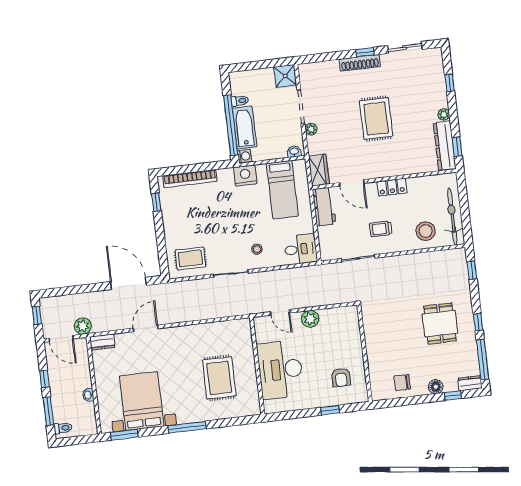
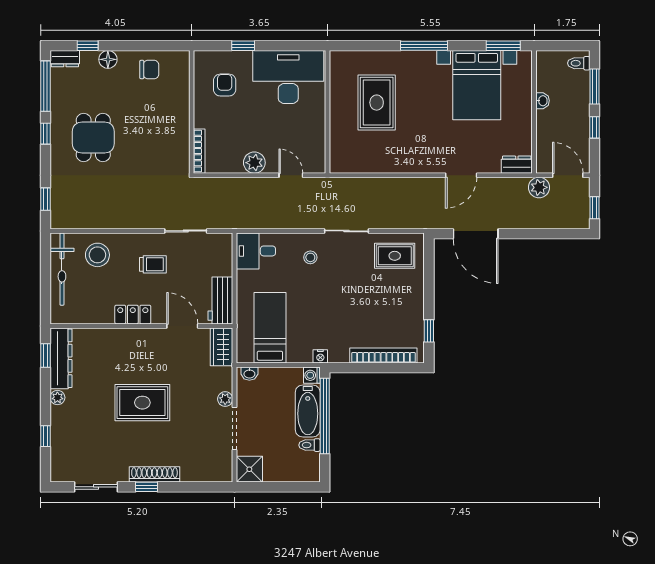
rug: (376, 119) -> (142, 403), turned 90
nightstand: (245, 175) -> (320, 356), width x0.53, depth x0.56
bookcase: (355, 323) -> (199, 151), added
desk: (280, 370) -> (288, 77), moved, turned -90

